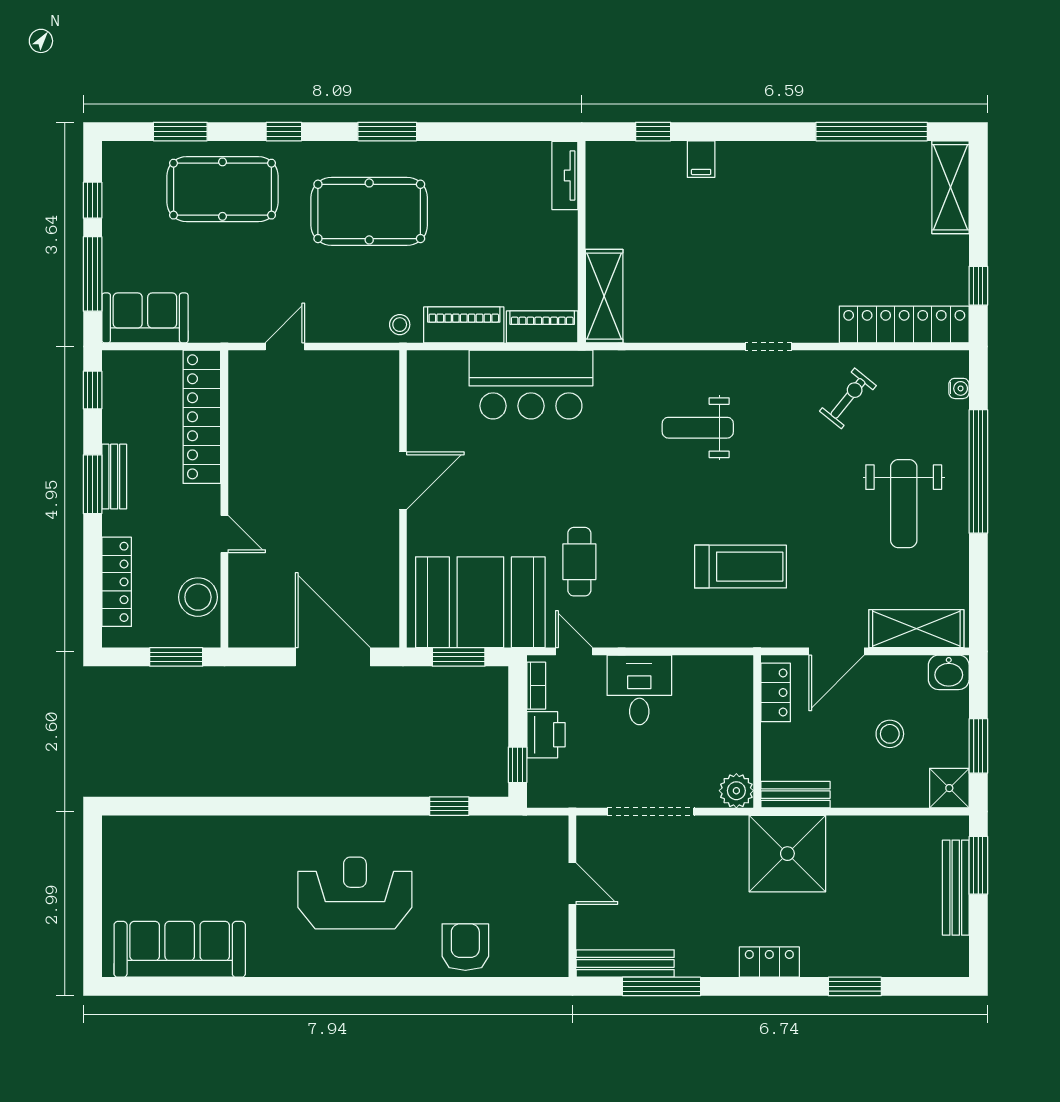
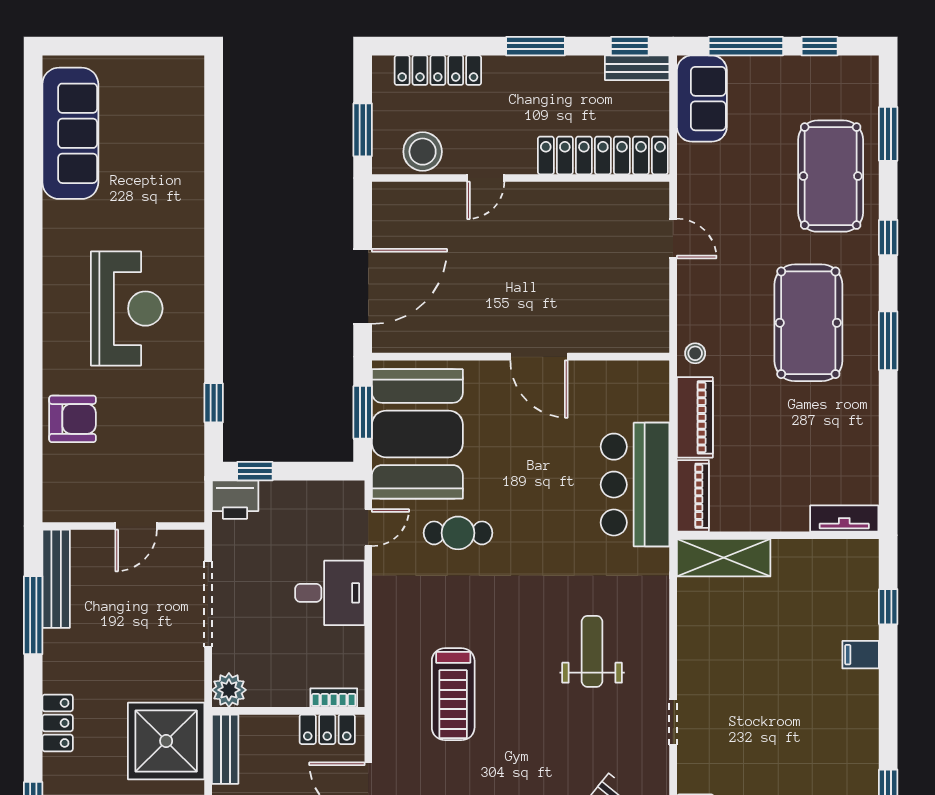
bench: (114, 477) -> (637, 68), moved
bookcase: (536, 686) -> (334, 698), moved, turned 180
printer: (546, 735) -> (235, 500), moved

